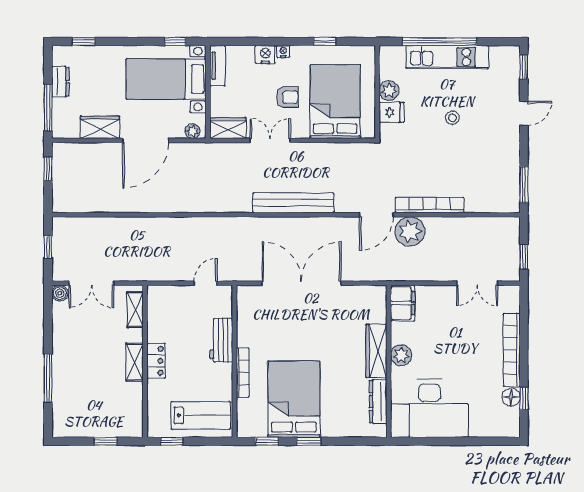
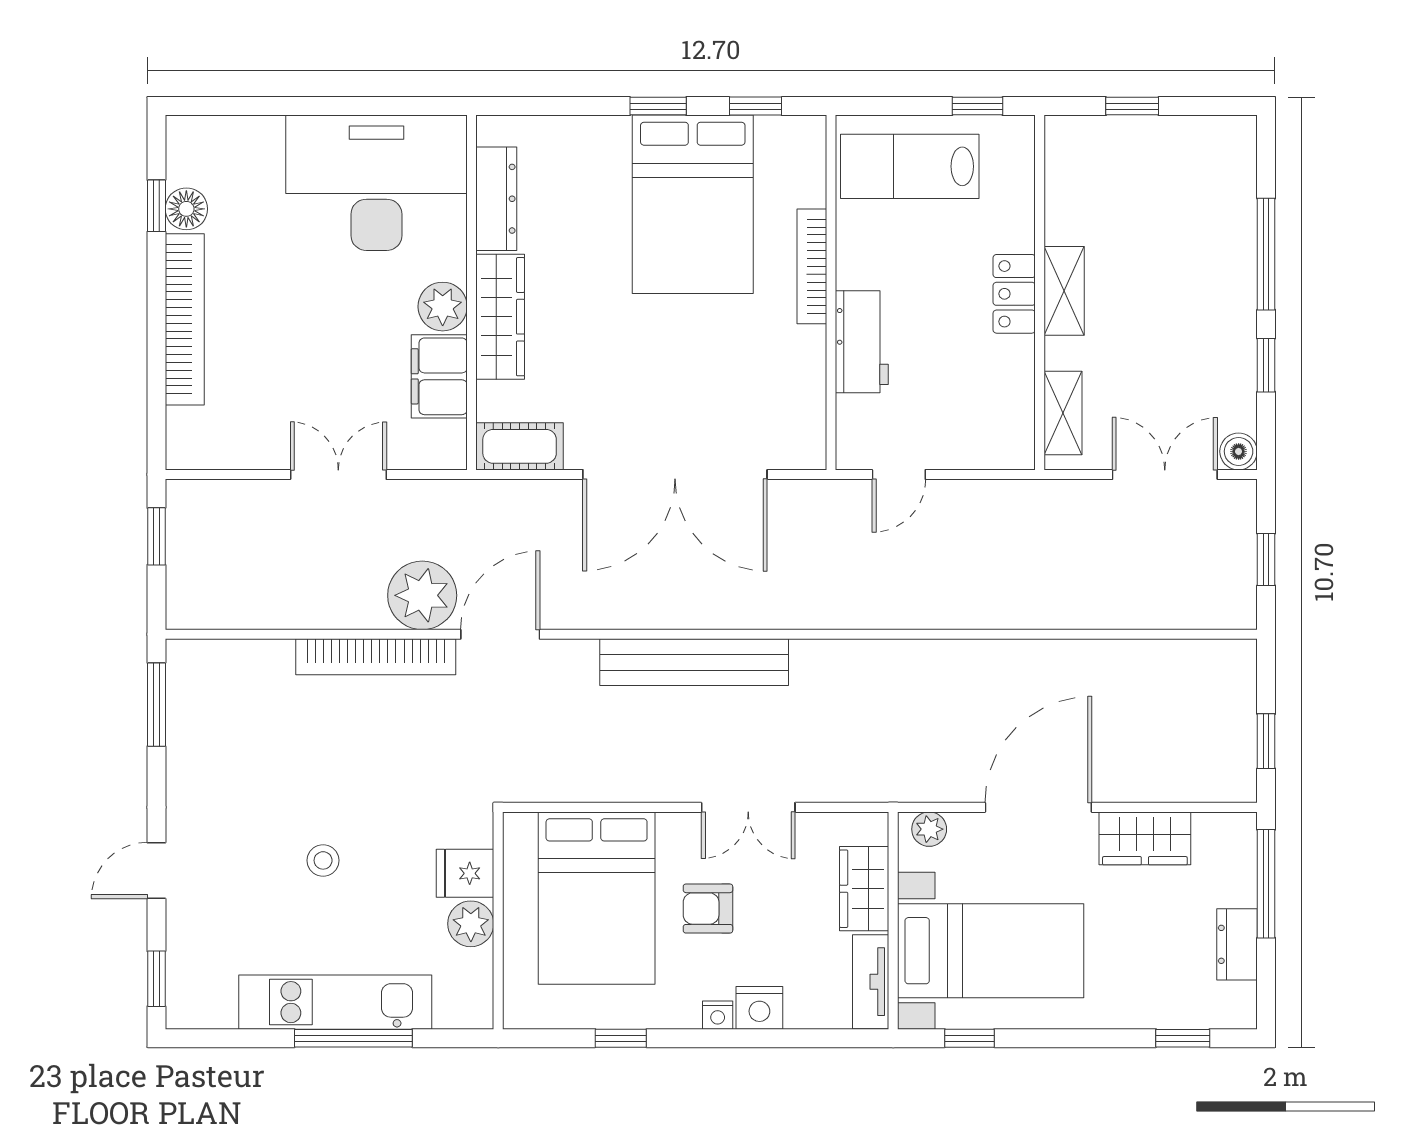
window: (439, 42) -> (353, 1038), width x0.68
wardrobe: (228, 128) -> (864, 889), moved, turned 90
double door: (477, 283) -> (338, 474), moved
cot: (368, 295) -> (520, 446), added
filing cabinet: (403, 303) -> (439, 376), moved
window: (48, 330) -> (1266, 365), added

